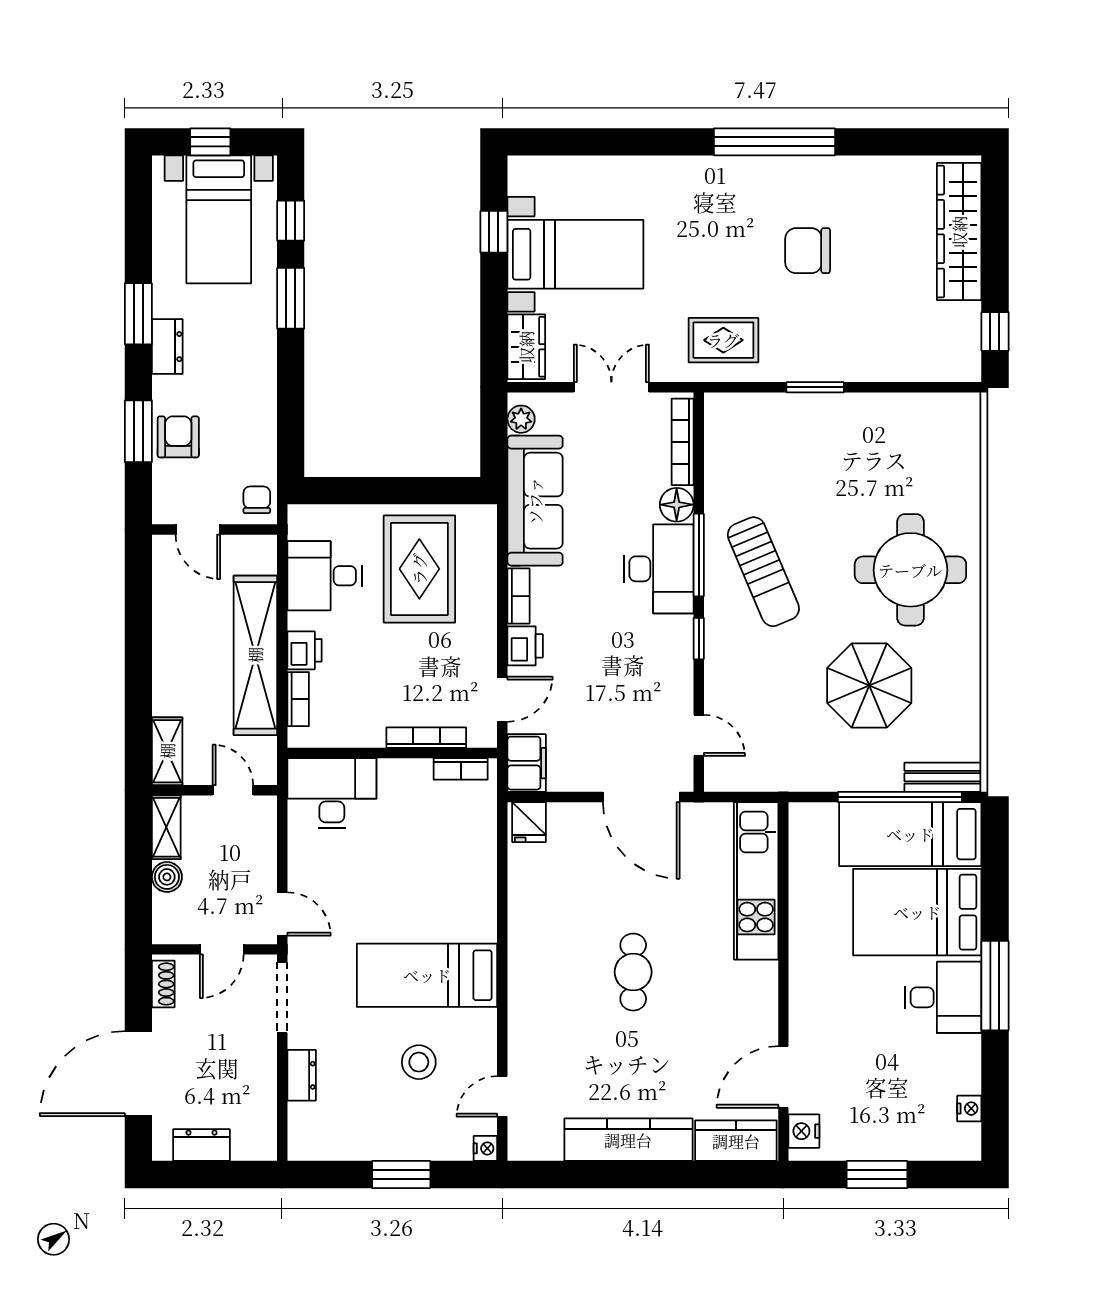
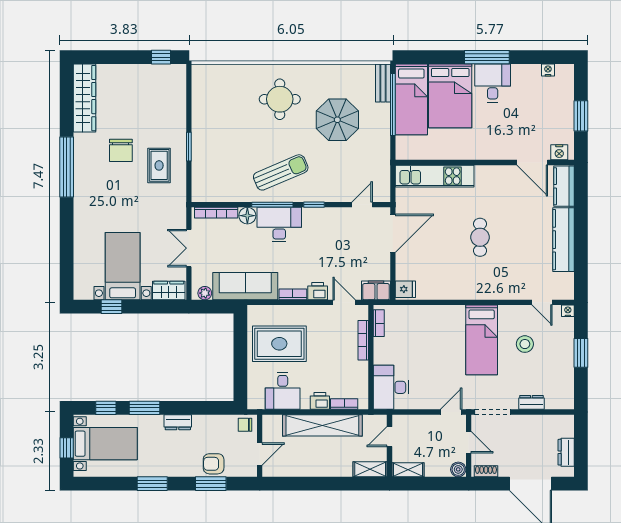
wardrobe: (959, 232) -> (84, 98), moved, turned -90
rug: (723, 340) -> (159, 165), moved
dresser: (167, 347) -> (178, 422), moved, turned 180
round table: (910, 570) -> (280, 99), width x0.73, depth x0.73
boiler: (167, 877) -> (458, 469), moved
cafe table: (633, 972) -> (480, 237), turned 90

